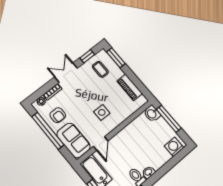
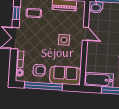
door: (101, 144) -> (85, 34), moved

